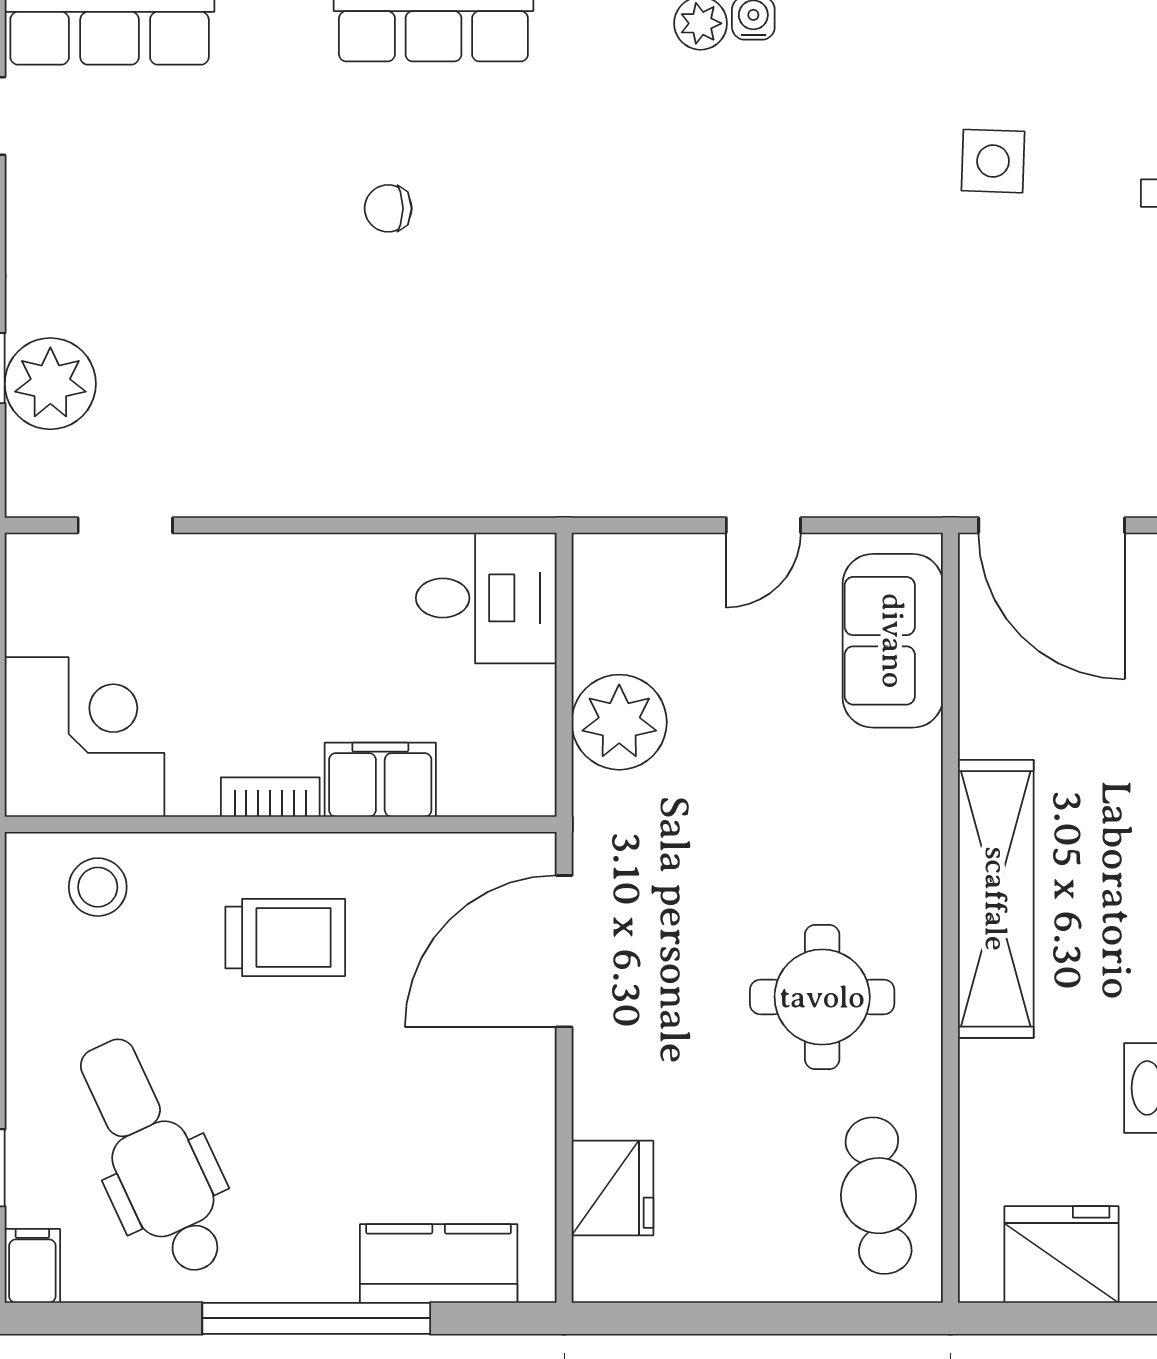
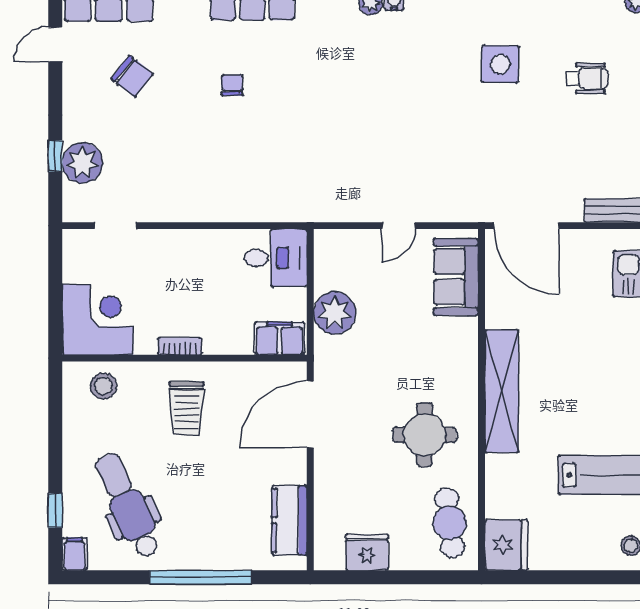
side table: (993, 161) -> (500, 64), width x1.37, depth x1.37
chair: (163, 188) -> (132, 76), added
chair: (388, 208) -> (232, 85), turned 90
filing cabinet: (380, 780) -> (280, 338), moved
trolley: (285, 937) -> (187, 408), turned 90
fridge: (612, 1188) -> (367, 552), moved, turned -90
fridge: (1062, 1254) -> (506, 545), moved, turned 90
kitchen counter: (439, 1263) -> (289, 520), moved, turned -90

